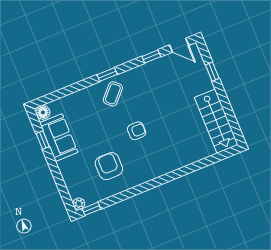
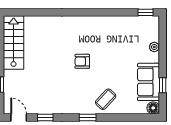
coffee table: (113, 94) -> (106, 99), moved
armchair: (109, 166) -> (117, 42), removed
plant: (79, 204) -> (154, 47), moved

